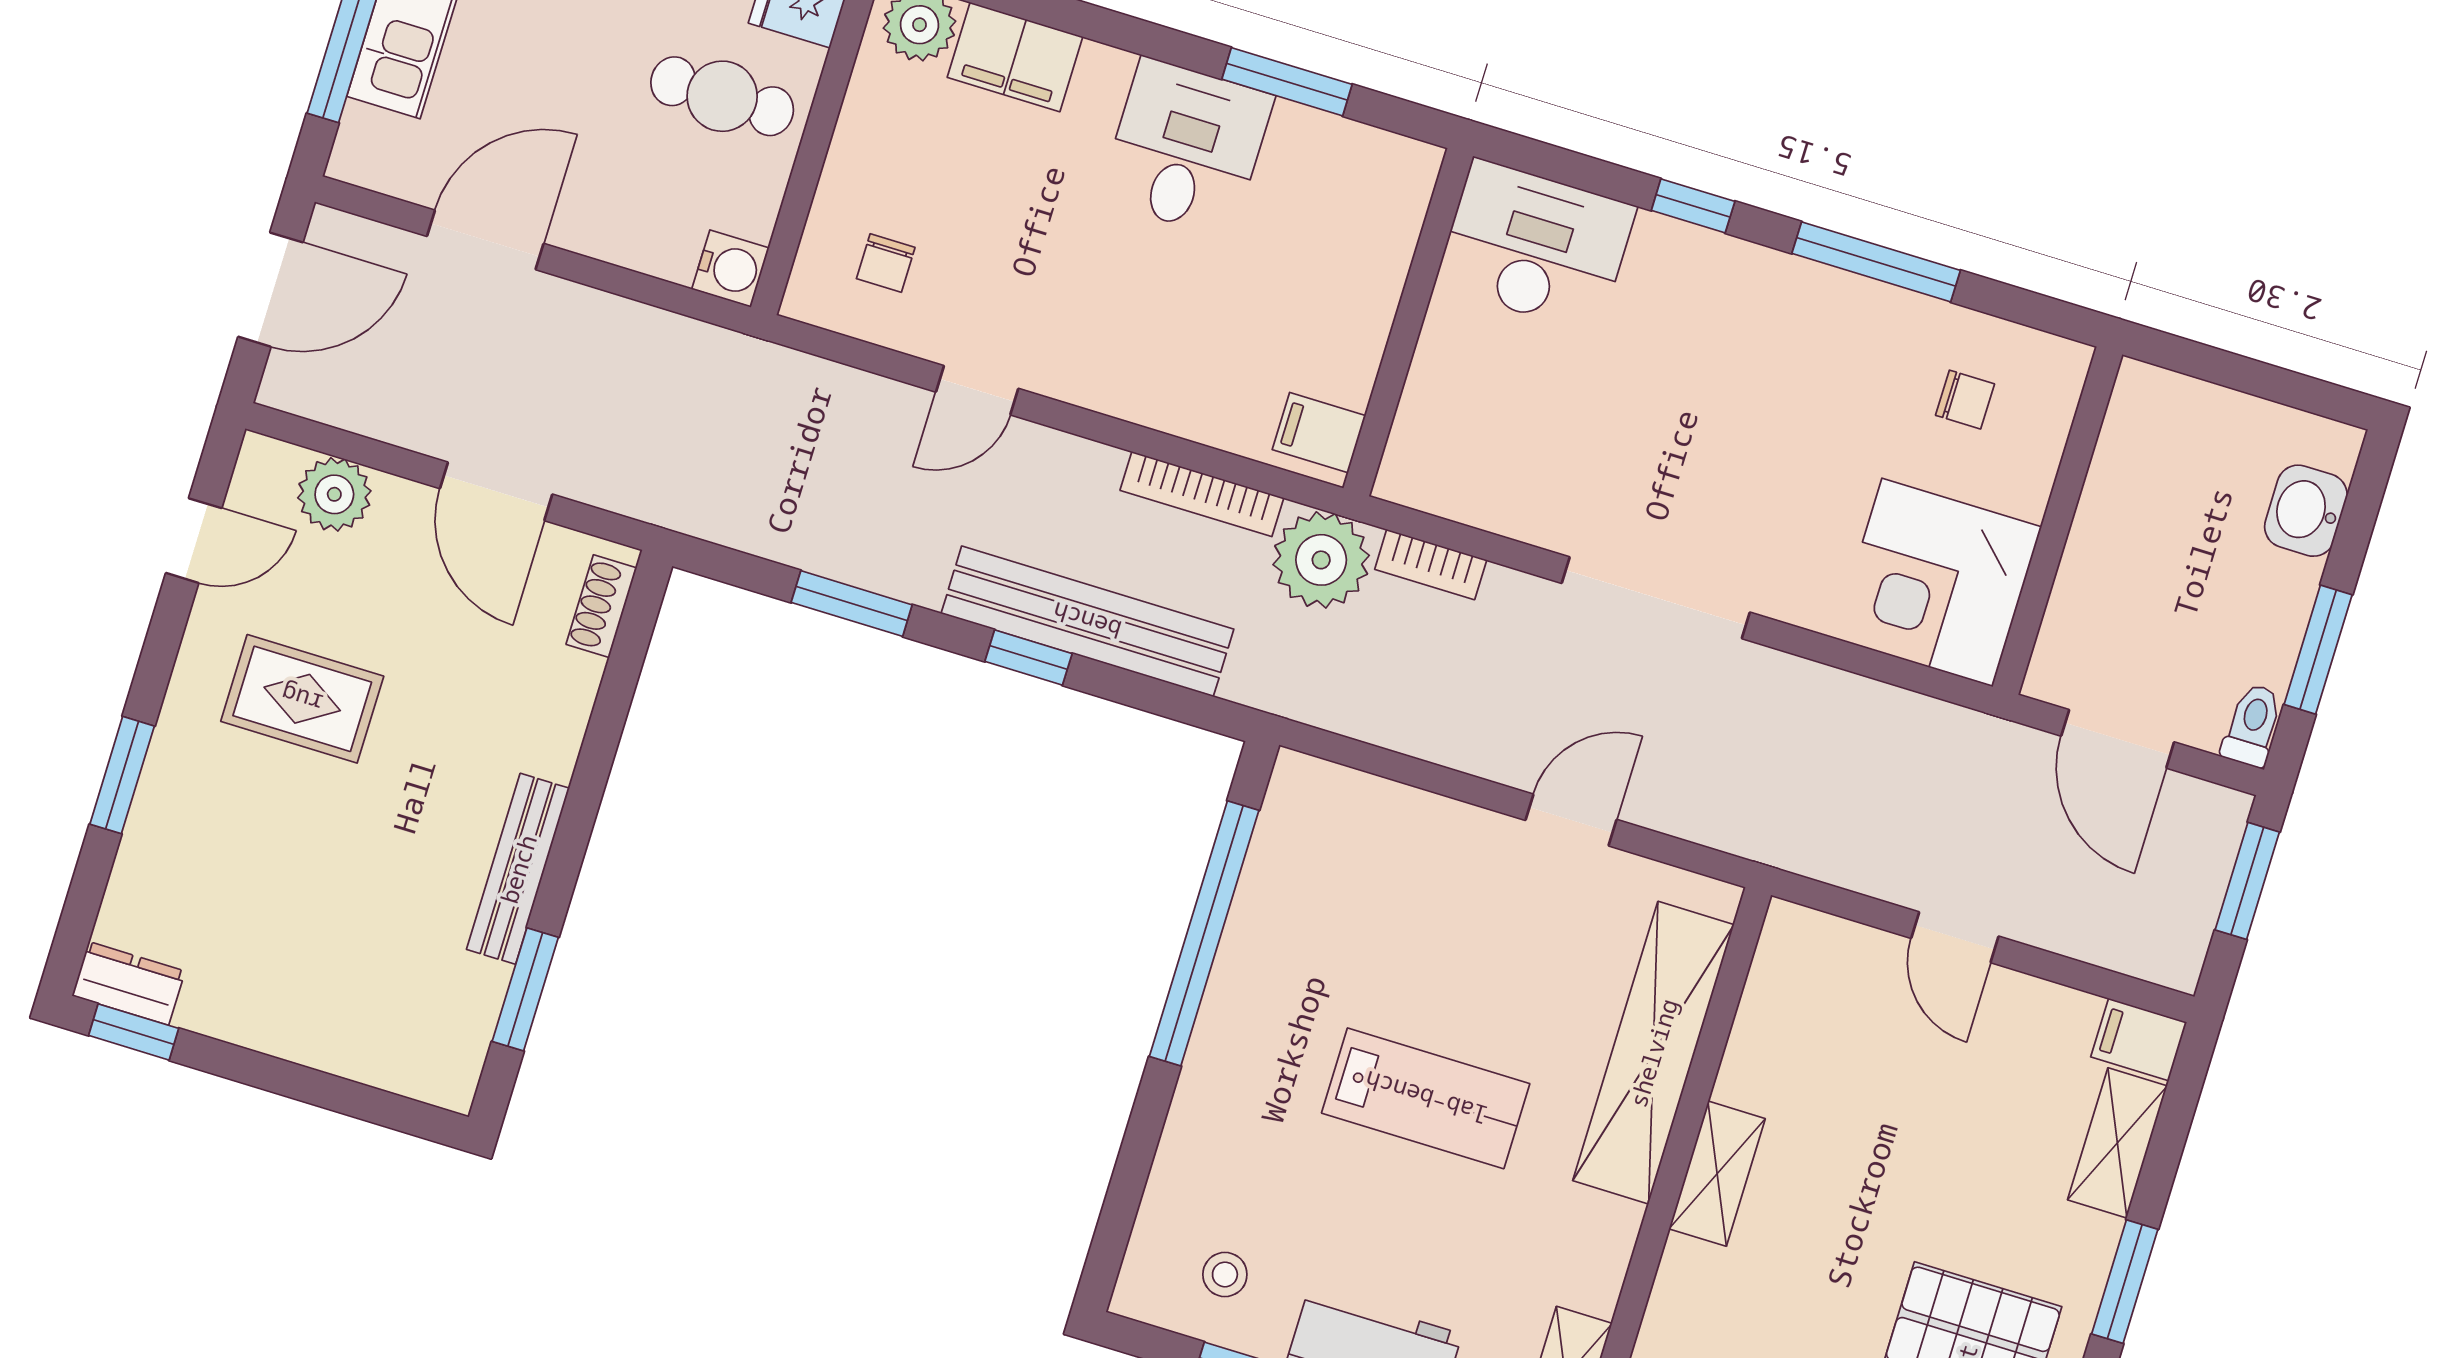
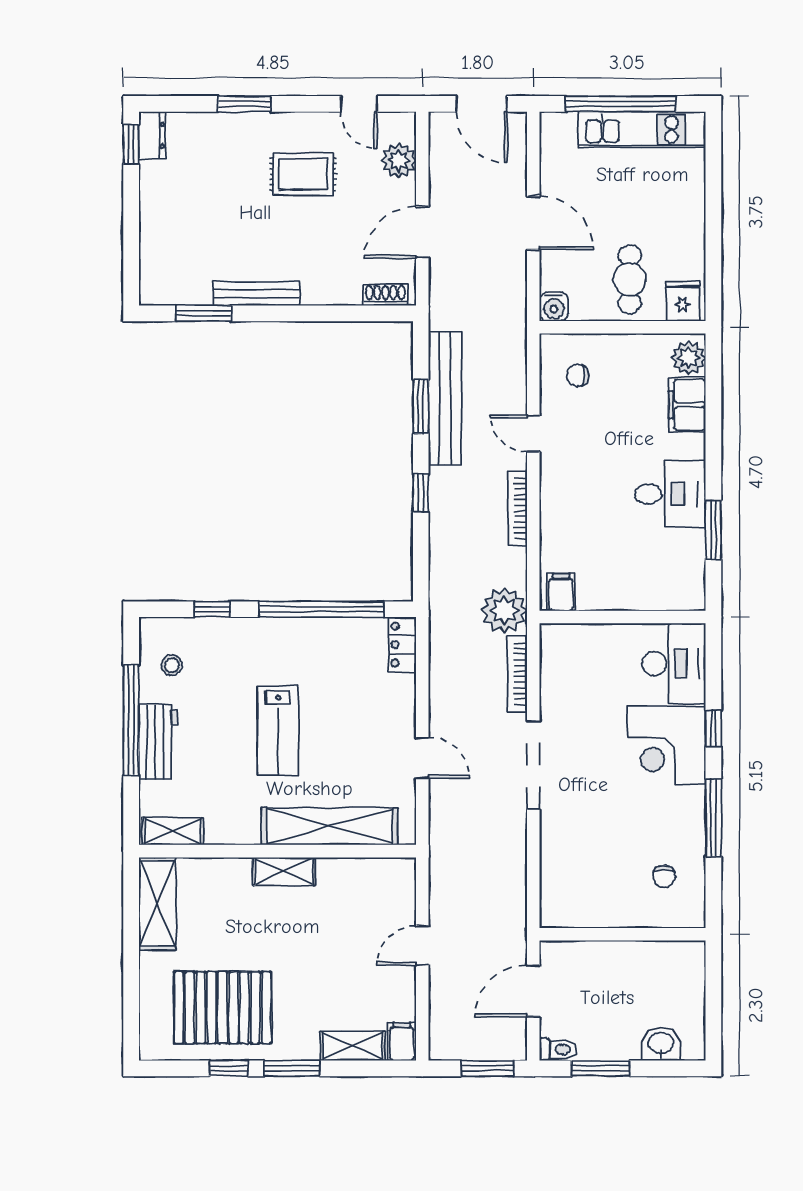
door: (485, 240) -> (533, 223), moved
bookcase: (1202, 494) -> (518, 508), moved
bookcase: (1431, 565) -> (517, 674), width x1.56
corner desk: (1937, 583) -> (667, 745), moved, turned -90
bench: (1087, 621) -> (445, 398), moved
rug: (302, 699) -> (303, 174), turned 90
locker: (1327, 790) -> (402, 645), added
window: (1136, 1157) -> (212, 609), added

